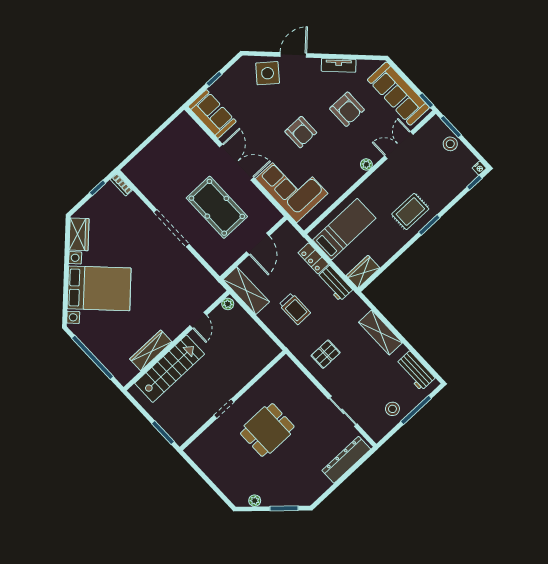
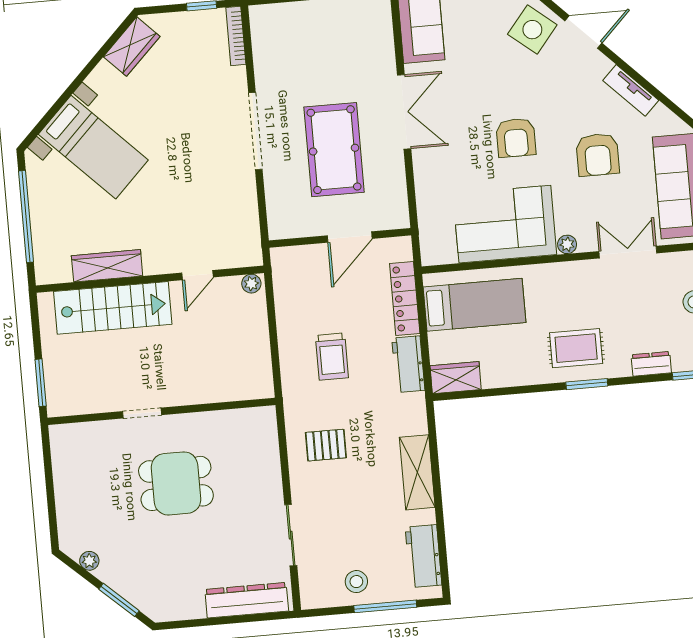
bookcase: (121, 185) -> (236, 36), width x1.56
corner sofa: (292, 186) -> (505, 224), moved, turned -90
dresser: (453, 190) -> (651, 364), added
locker: (313, 258) -> (405, 298), width x1.53
bed with nightstands: (99, 288) -> (93, 147), width x0.73
shelving: (246, 291) -> (288, 285), removed

